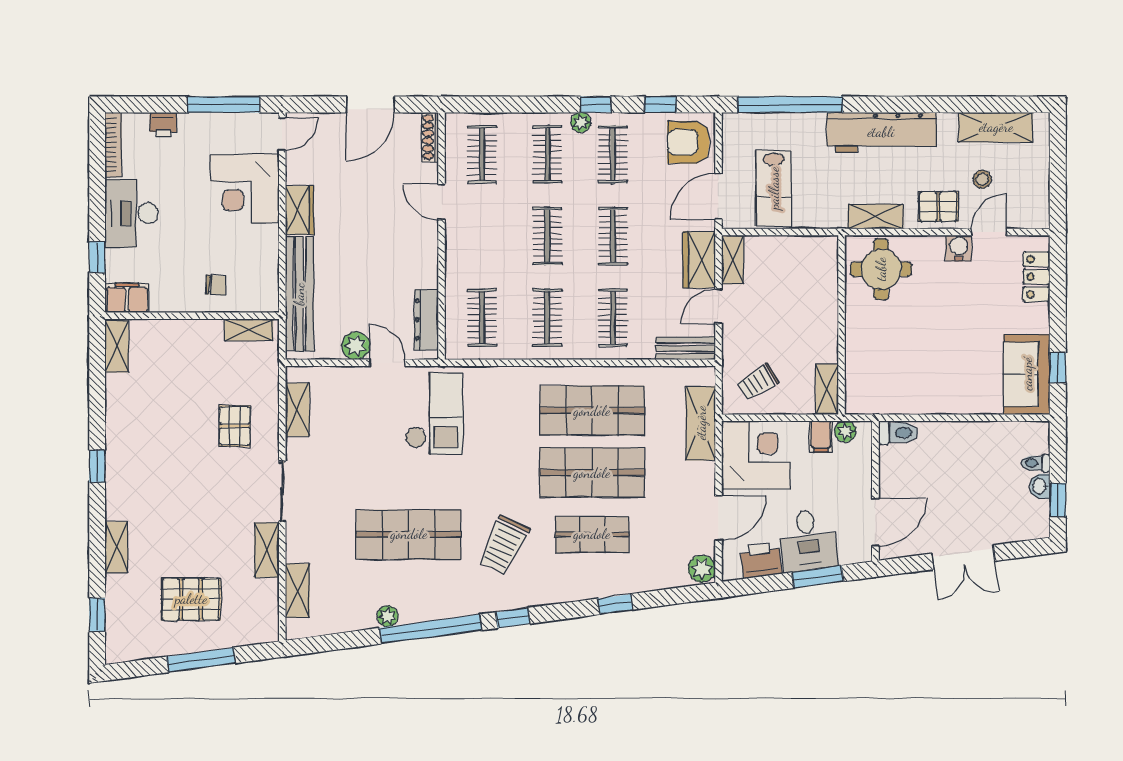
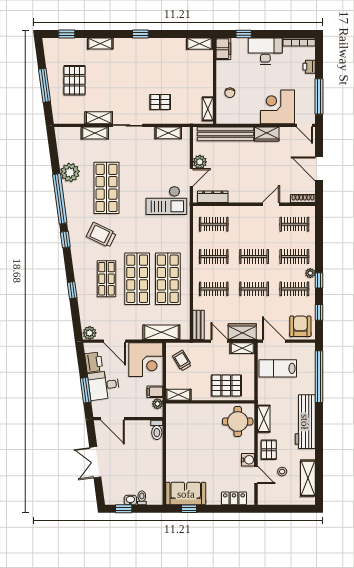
pallet: (808, 292) -> (226, 386), added
shelving: (297, 591) -> (95, 133), moved
plant: (388, 616) -> (70, 172), width x1.88, depth x1.88

